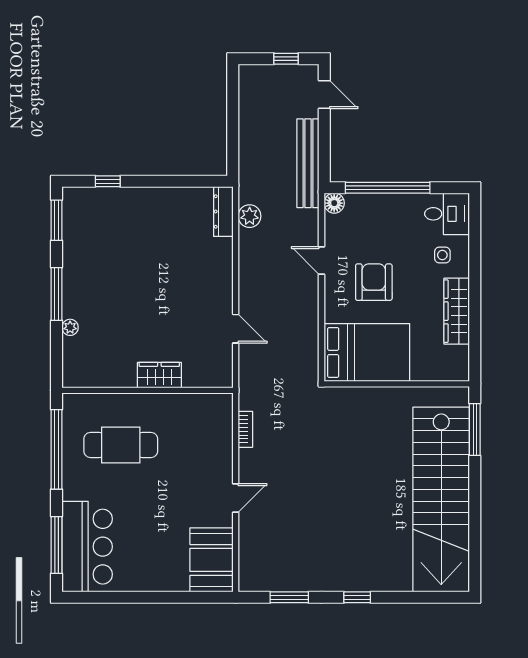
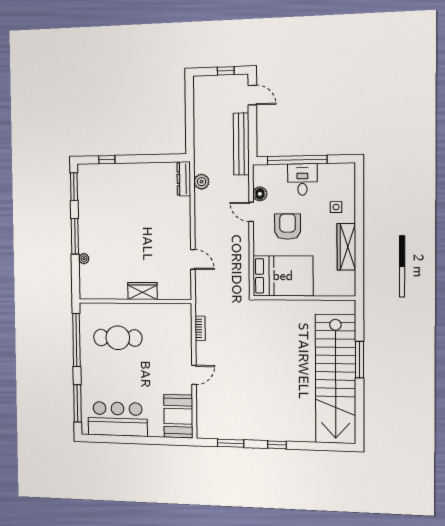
floor lamp: (334, 203) -> (260, 194), moved
desk: (447, 214) -> (302, 179), moved, turned -90
window: (475, 430) -> (359, 360), moved
bar counter: (87, 547) -> (118, 419), moved, turned -90

